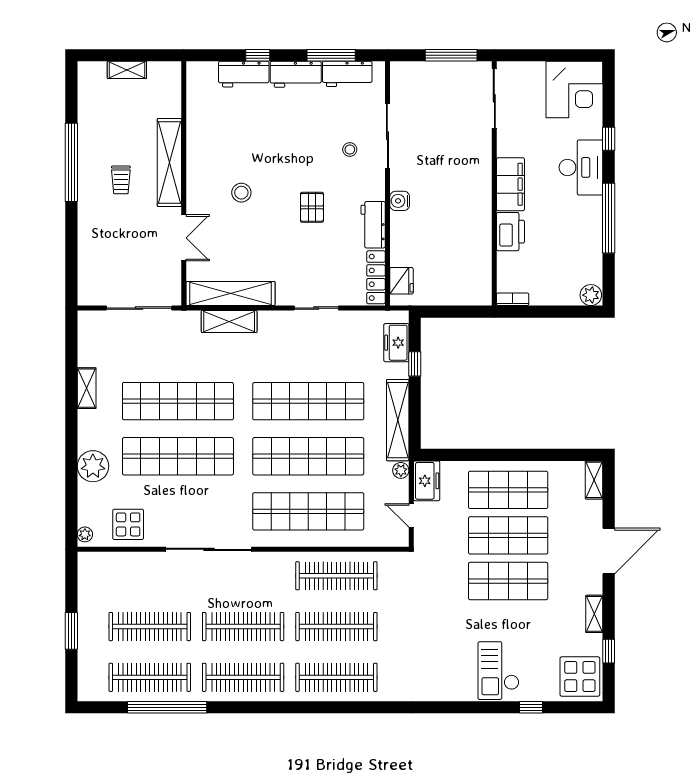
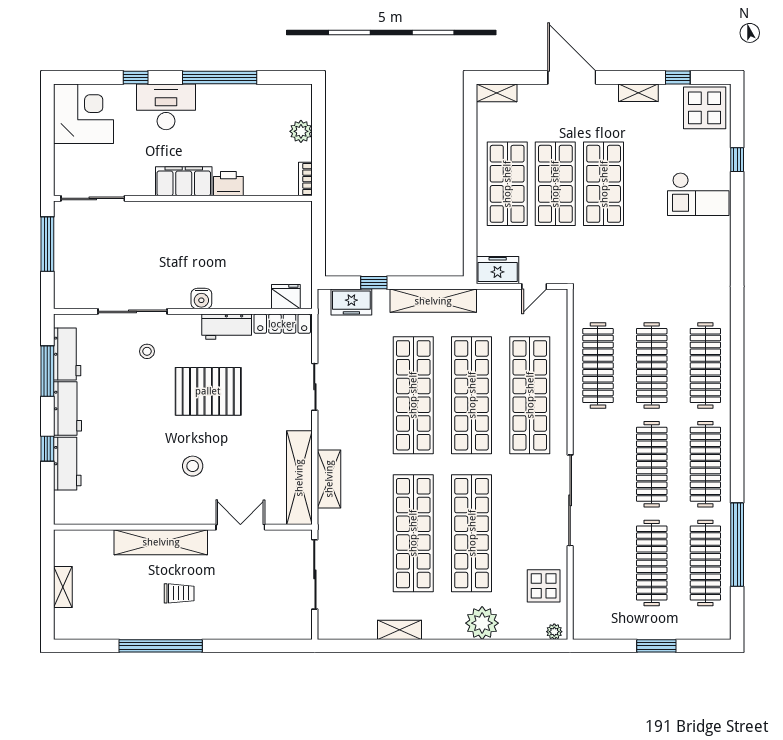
pallet: (312, 207) -> (208, 391), width x2.05, depth x2.00
printer: (510, 232) -> (228, 184), width x0.73, depth x0.84
plant: (591, 295) -> (301, 131), moved
plant: (401, 470) -> (487, 297), removed

